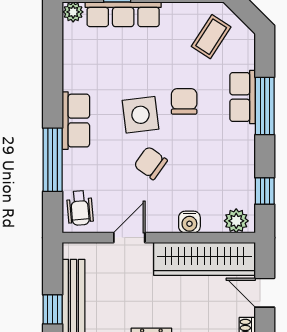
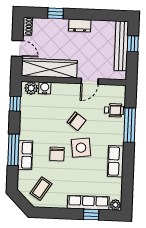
row of seats: (76, 121) -> (116, 161), moved
wheelchair: (80, 208) -> (114, 110), moved, turned 95
water cooler: (189, 222) -> (45, 88), moved

